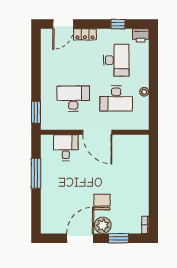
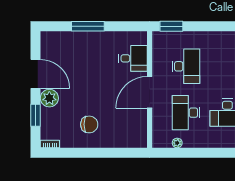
plant: (144, 92) -> (177, 143), moved
window: (36, 173) -> (88, 26), moved
chair: (102, 202) -> (89, 124), moved

